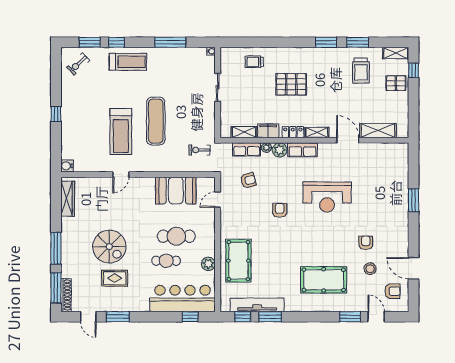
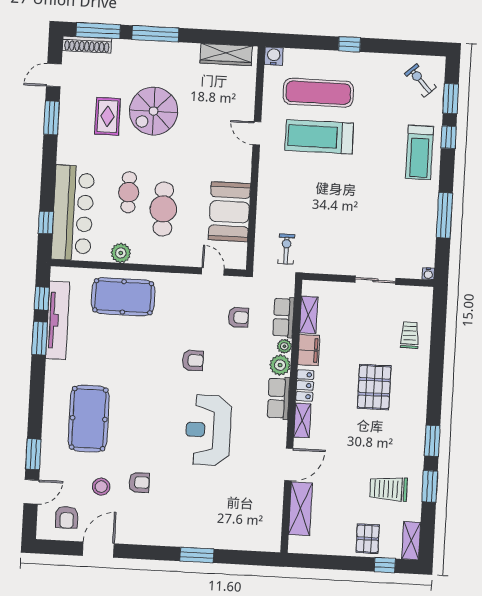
exercise mat: (156, 121) -> (318, 93), moved
armchair: (248, 181) -> (238, 317), turned -74

